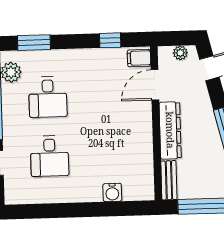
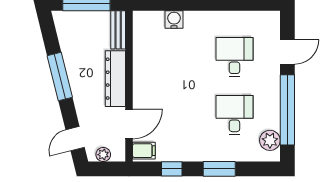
window: (34, 43) -> (219, 169), moved

